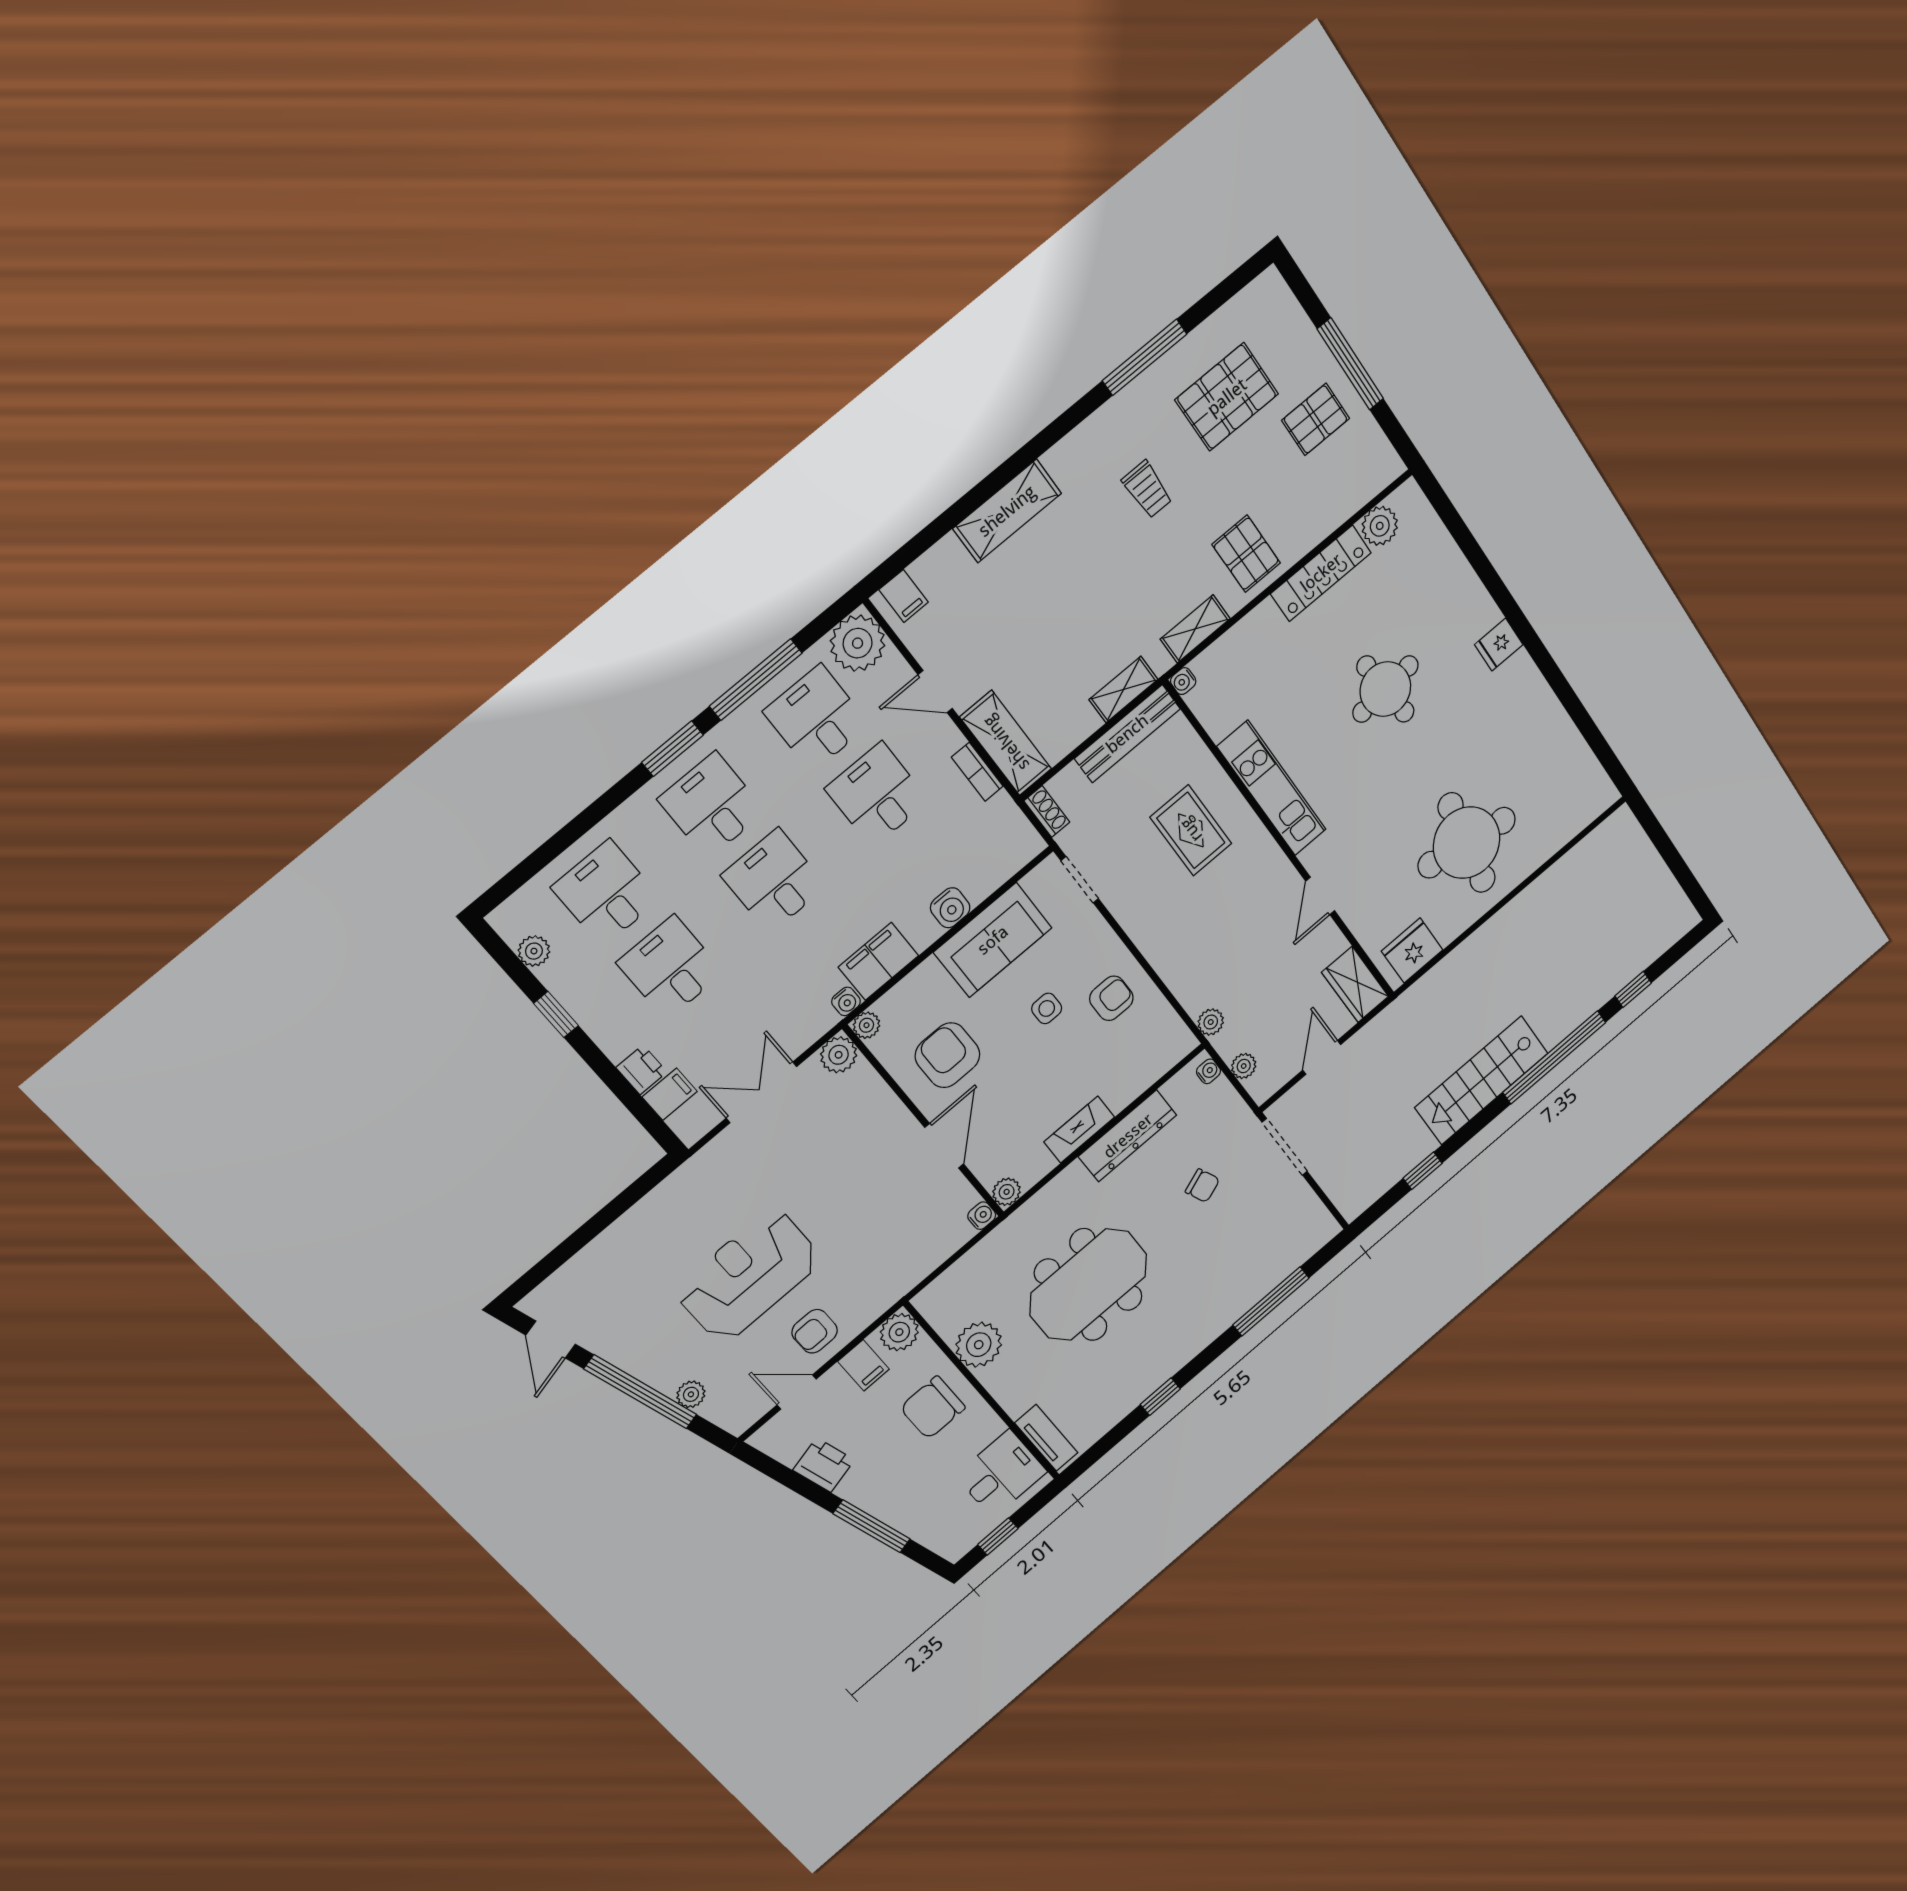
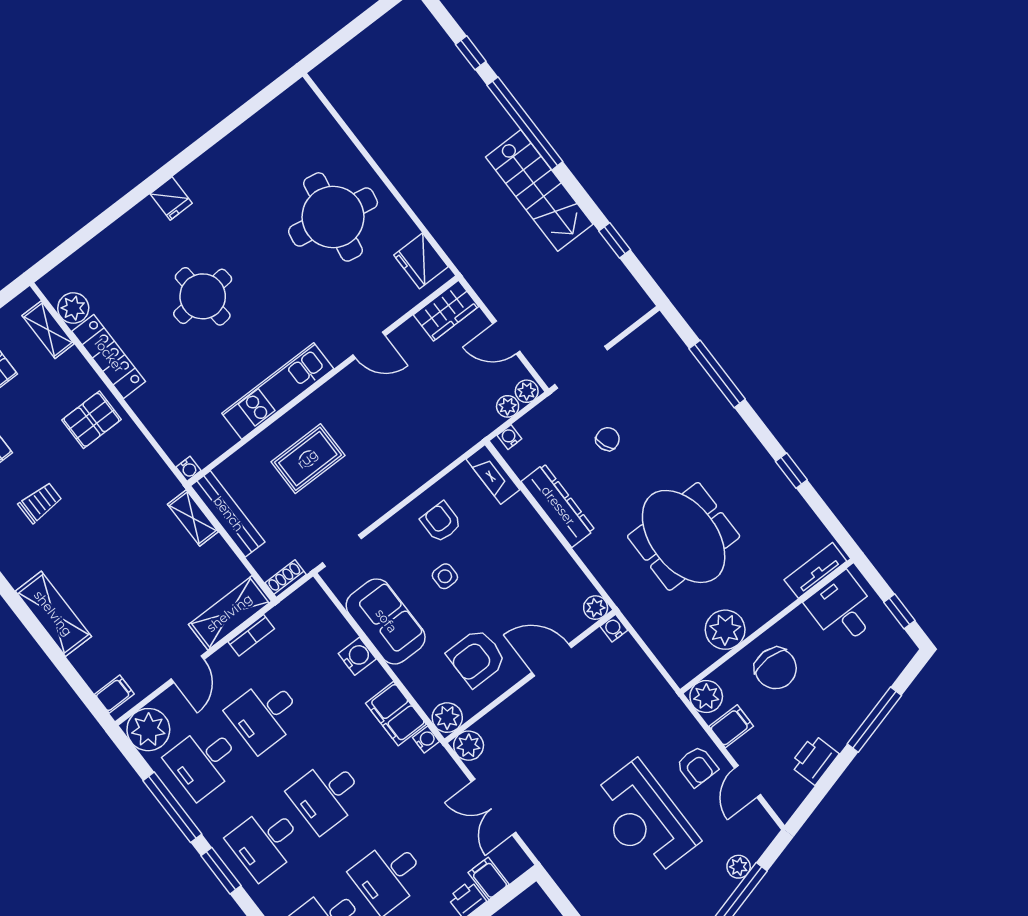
shelving: (1195, 629) -> (48, 330), moved
plant: (1211, 1022) -> (527, 391), moved
plant: (866, 1025) -> (447, 718), width x1.38, depth x1.38
fireplace: (1079, 1129) -> (493, 474), moved

